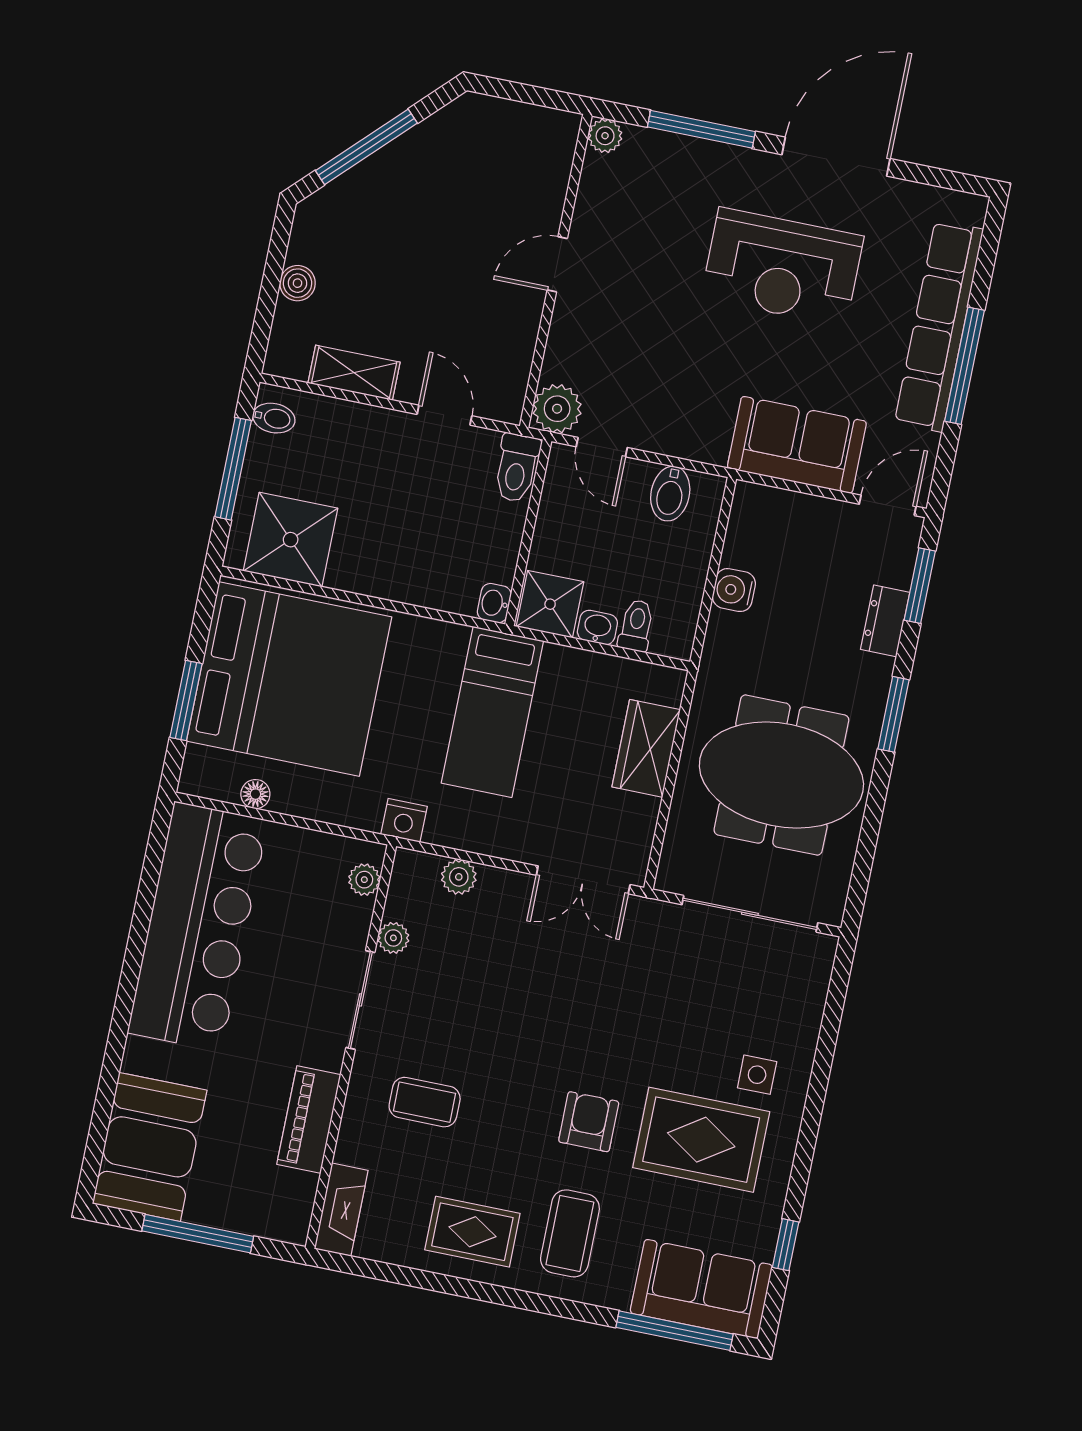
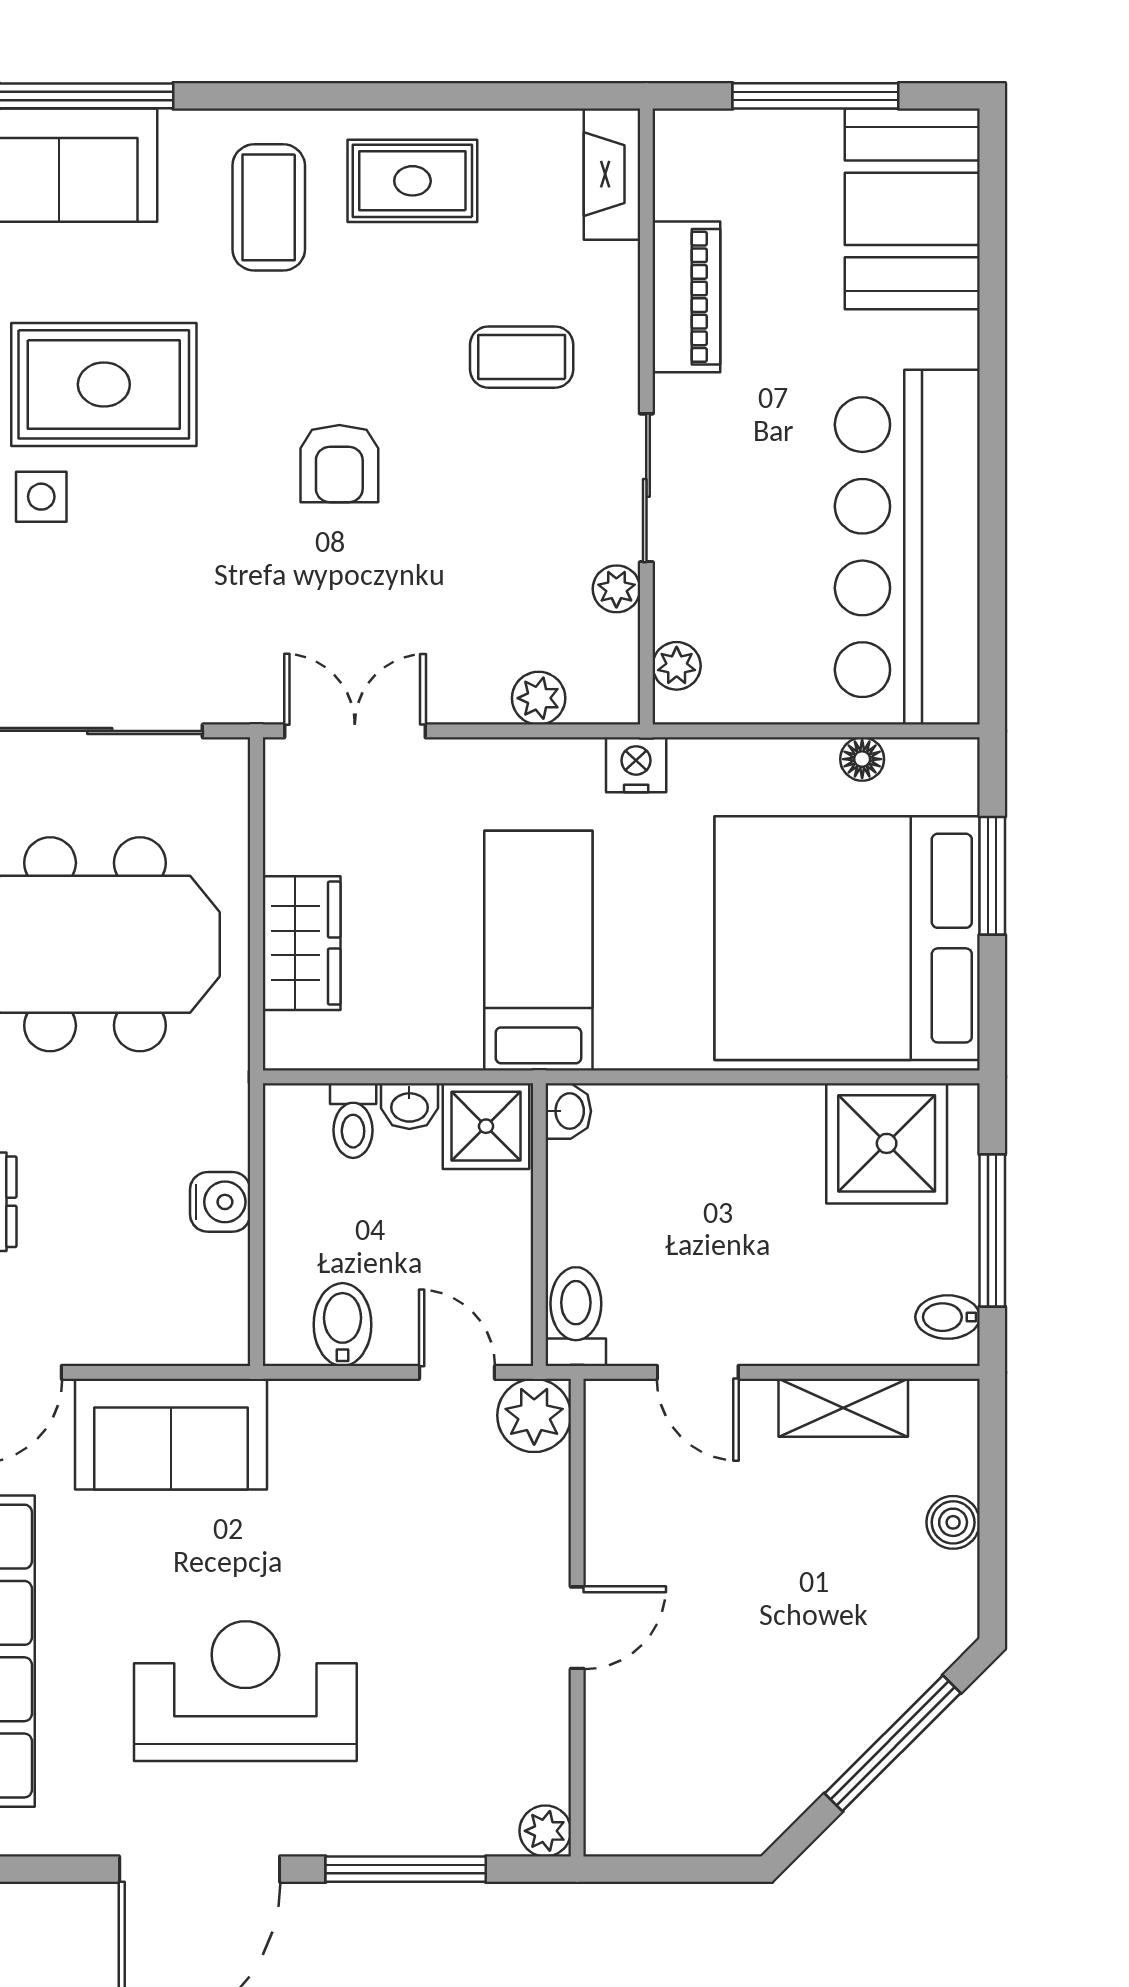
armchair: (589, 1122) -> (339, 464), moved

